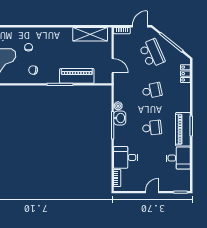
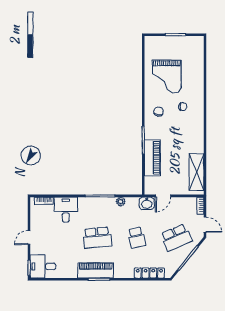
locker: (185, 74) -> (149, 273), width x1.53
washbasin: (120, 118) -> (147, 203), moved
school desk: (152, 128) -> (97, 238), width x1.85
desk: (178, 158) -> (43, 266), moved, turned 90
door: (152, 192) -> (29, 238), swing flipped

